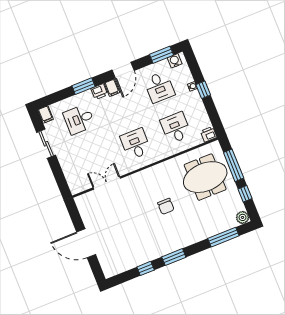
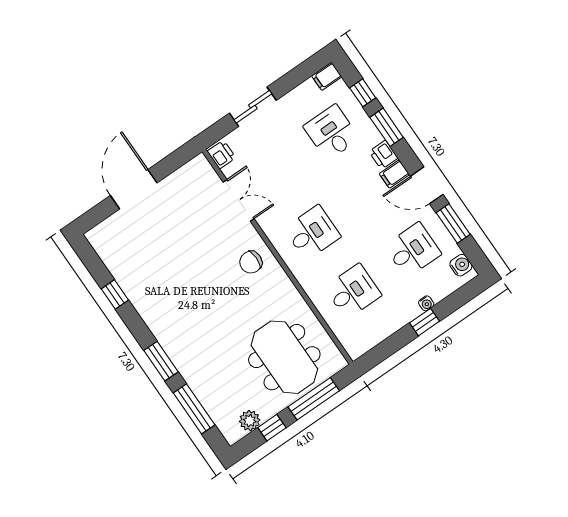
window: (161, 55) -> (453, 223), moved
desk: (159, 87) -> (413, 250), turned 180
window: (60, 96) -> (363, 93), added
printer: (209, 134) -> (221, 154), moved
sliding door: (46, 144) -> (253, 107), moved
chair: (166, 206) -> (251, 262), moved
plant: (243, 217) -> (250, 421), moved
window: (174, 257) -> (161, 361), moved

